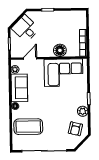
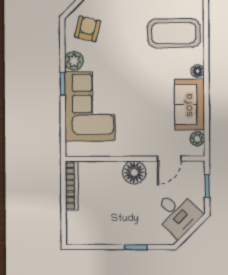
floor lamp: (60, 50) -> (134, 172), moved
corner sofa: (63, 73) -> (90, 106), moved, turned 90

